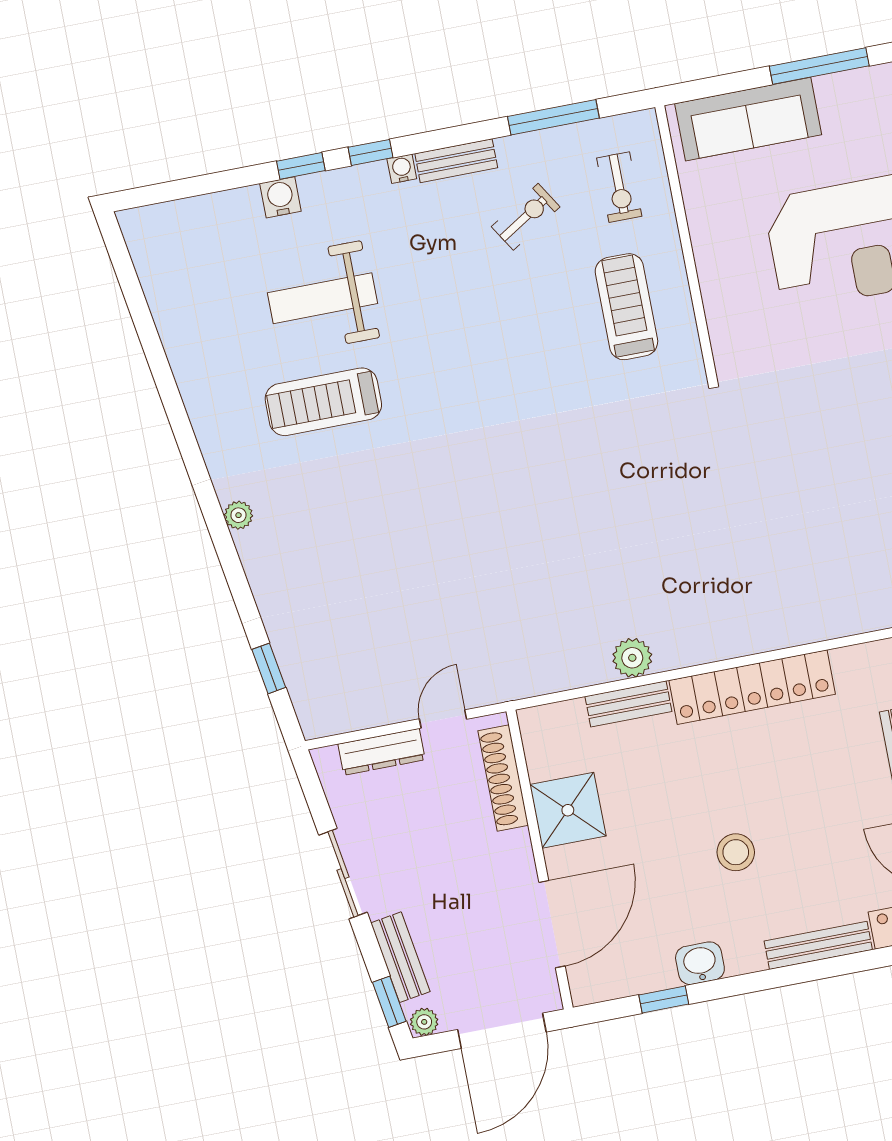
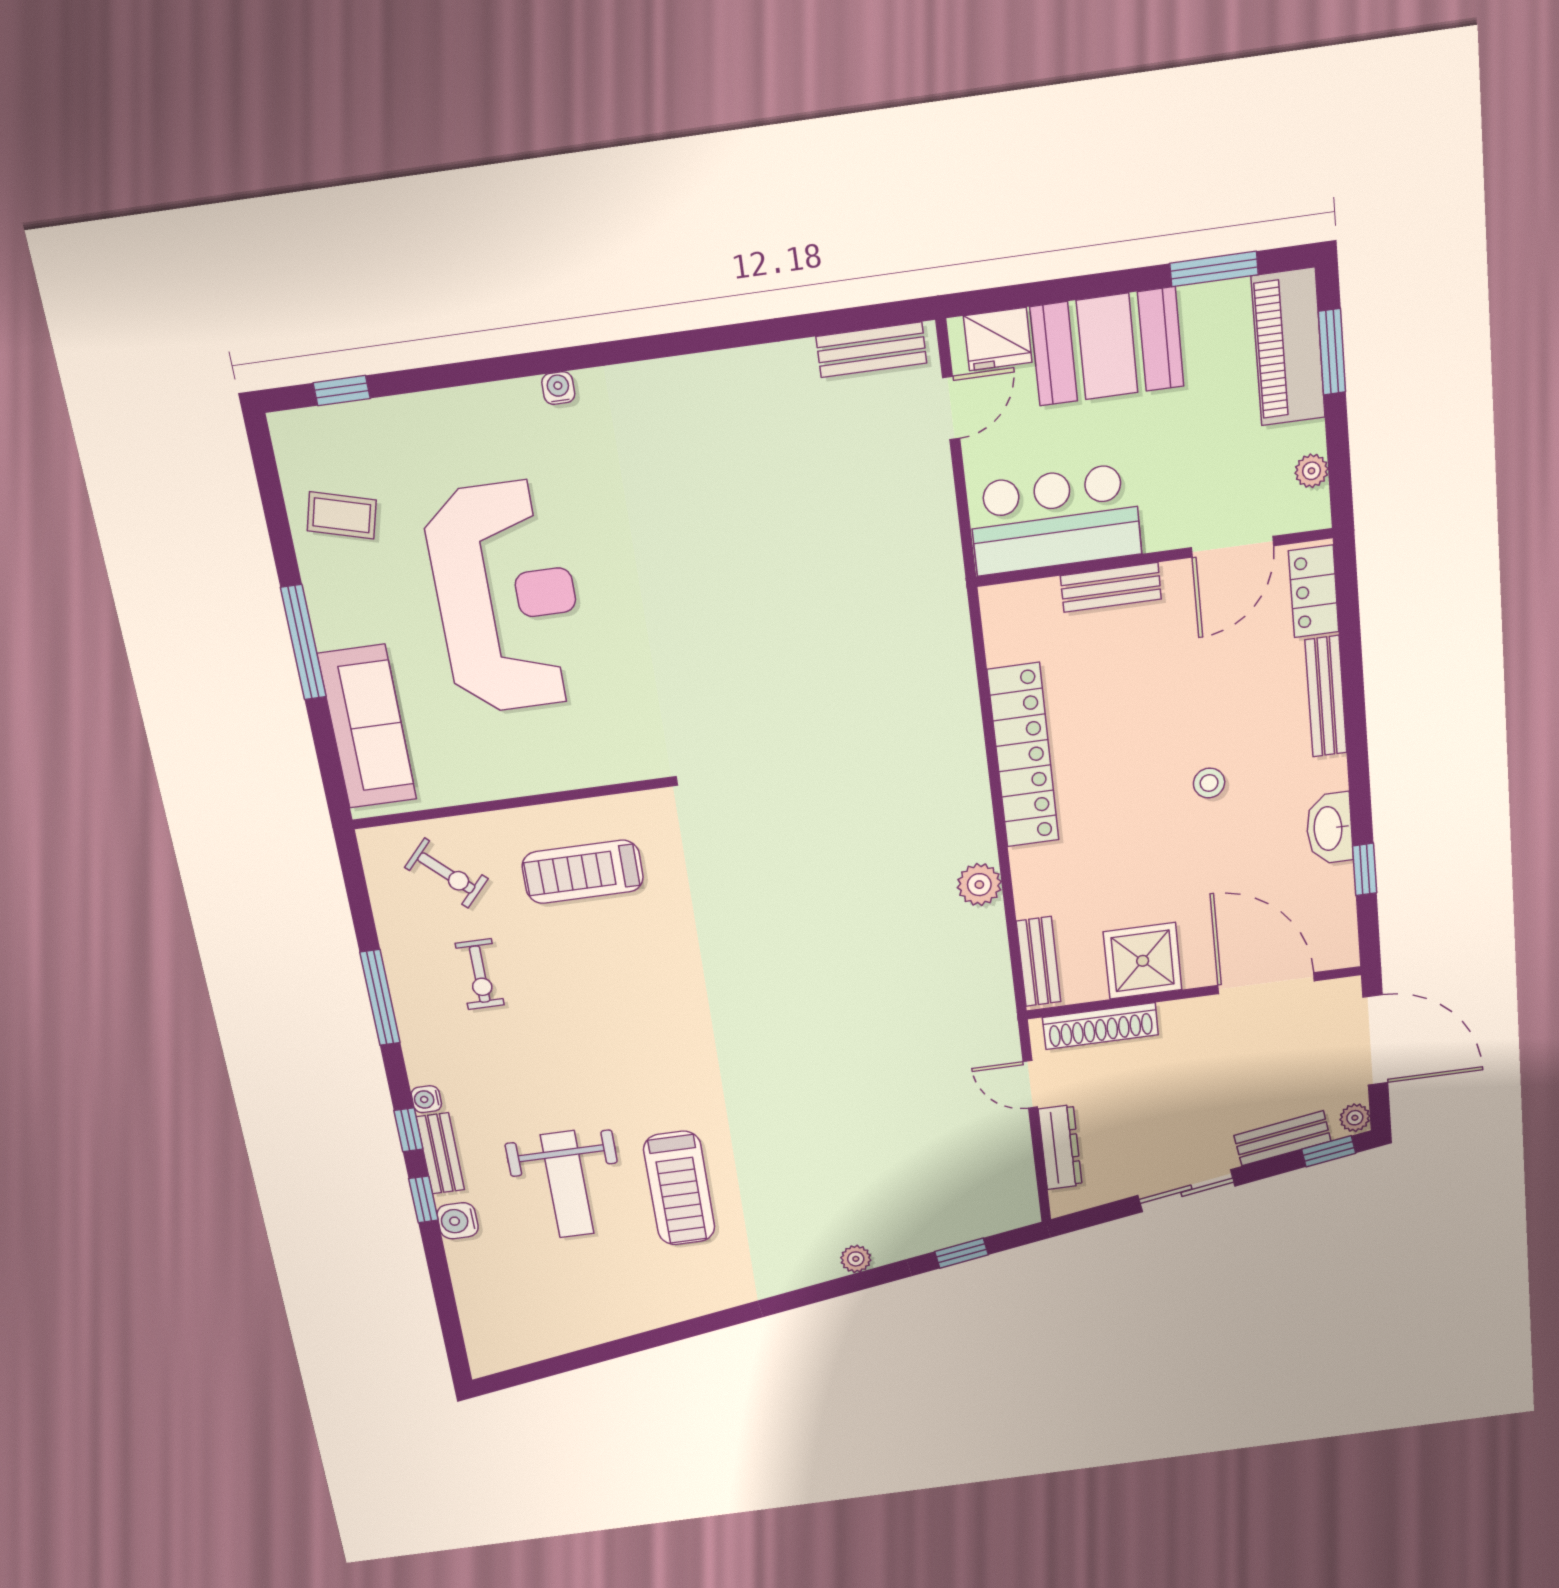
window: (553, 117) -> (380, 998), moved
bench: (456, 161) -> (440, 1153), moved
exercise bike: (619, 187) -> (446, 873), turned 43
exercise bike: (526, 217) -> (480, 974), turned -148
plant: (238, 515) -> (856, 1259), moved
bench: (628, 704) -> (1039, 962), moved
stool: (736, 852) -> (1209, 783), width x0.73, depth x0.73
washbasin: (700, 963) -> (1329, 828), width x1.38

